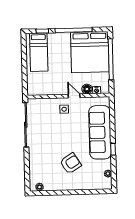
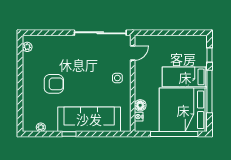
bed: (39, 52) -> (185, 77), moved
door: (74, 96) -> (133, 53), moved
armchair: (71, 163) -> (54, 84), turned -58

